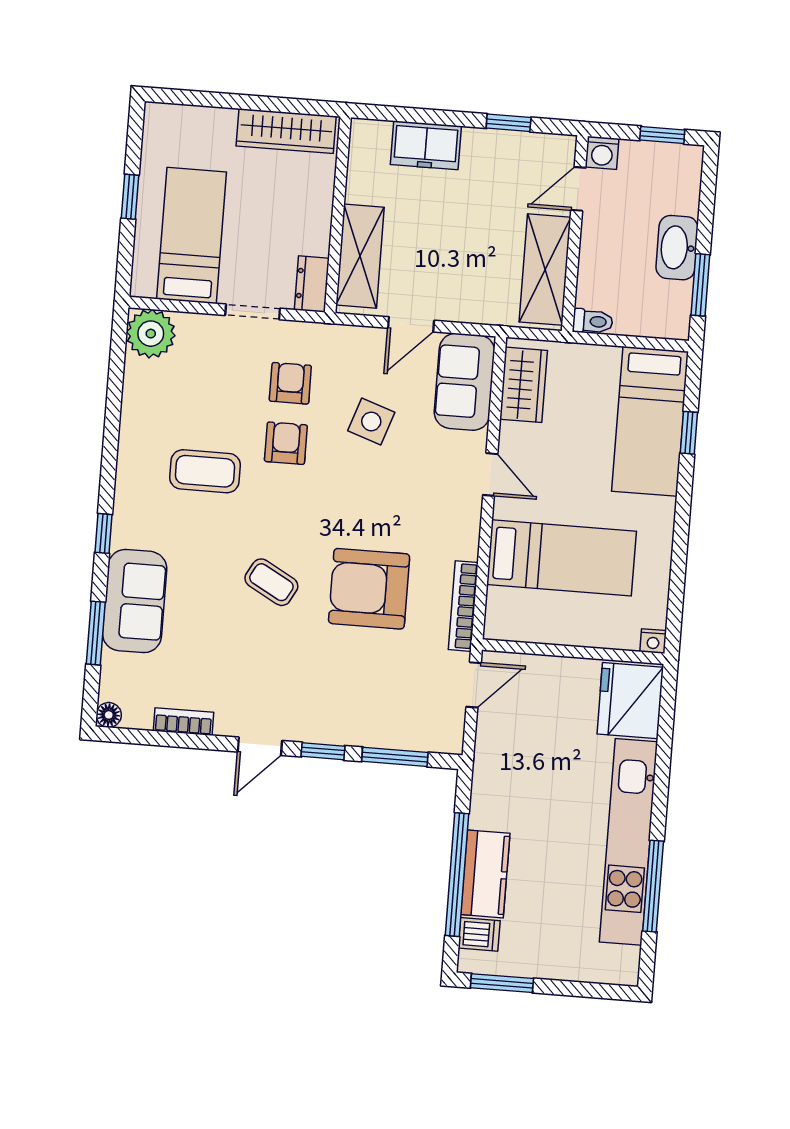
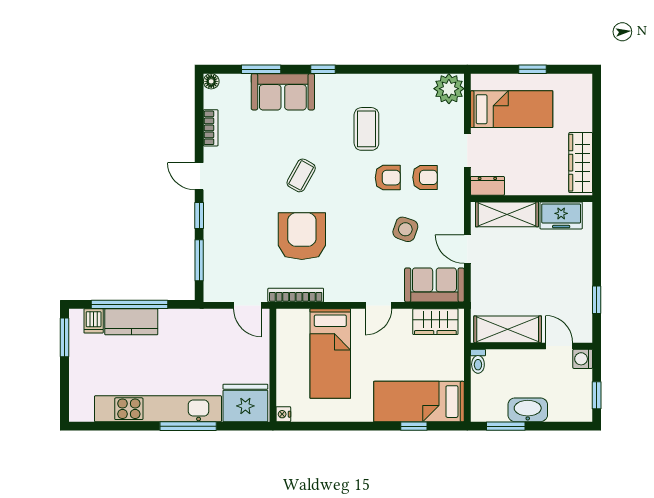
freezer: (426, 145) -> (561, 215), moved, turned -90
window: (653, 886) -> (188, 426), moved

